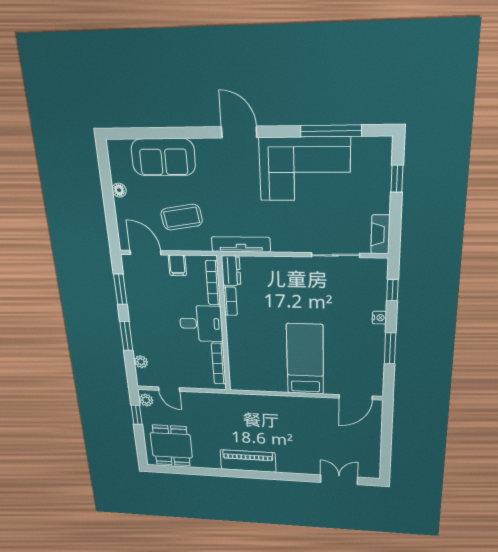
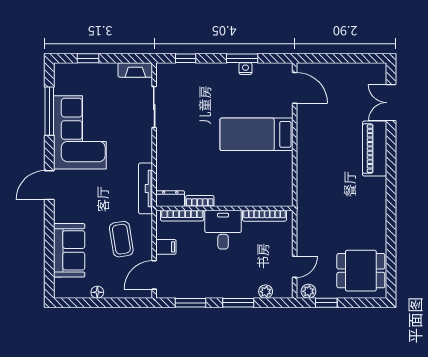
nightstand: (379, 318) -> (245, 69), moved
piano: (248, 461) -> (375, 149), moved

